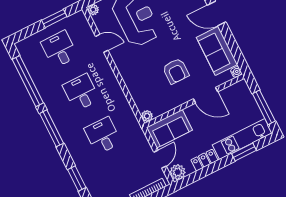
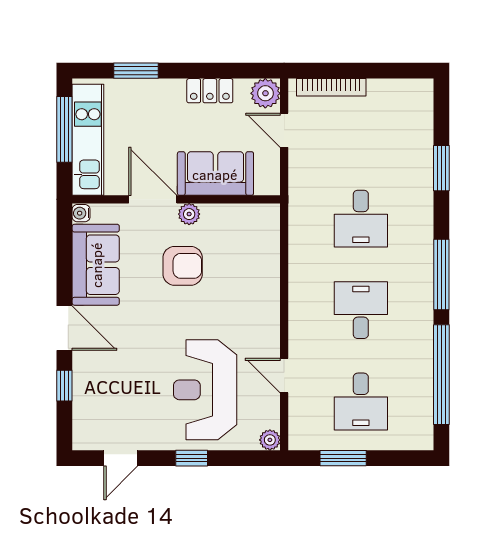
armchair: (176, 71) -> (183, 266), turned 90
desk: (81, 92) -> (361, 310), turned 180
plant: (147, 116) -> (189, 214), moved
sofa: (169, 129) -> (215, 174), moved
kitchen unit: (242, 139) -> (88, 140), moved, turned -90
door: (160, 159) -> (284, 130), hinge flipped

